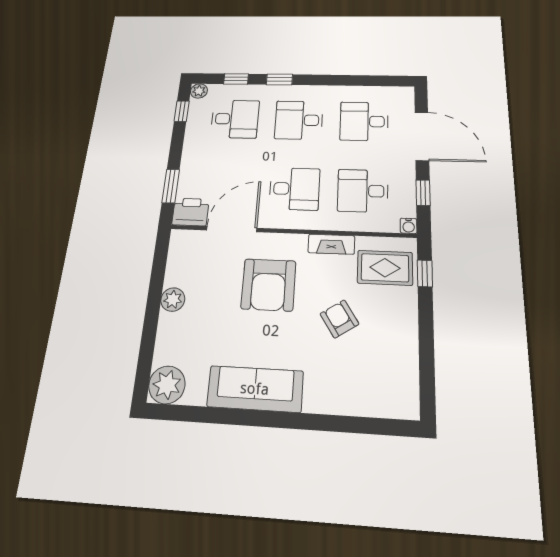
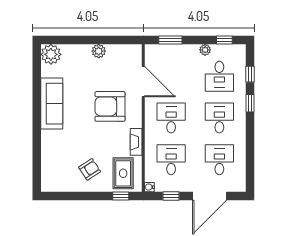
plant: (199, 91) -> (205, 50), moved
desk: (294, 189) -> (171, 118), turned 180
printer: (191, 212) -> (154, 55), removed
armchair: (339, 319) -> (90, 169), moved

